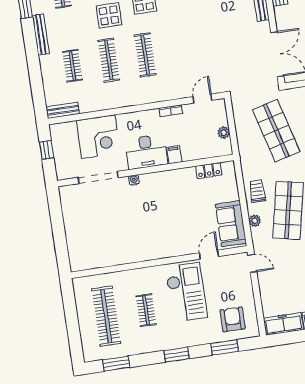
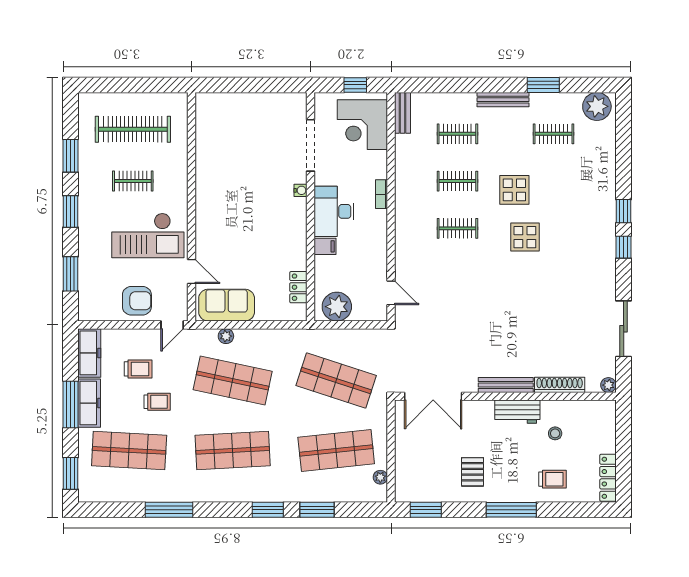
clothes rail: (145, 55) -> (457, 228), width x0.73
clothes rail: (109, 60) -> (457, 181), width x0.73
bookcase: (171, 111) -> (382, 194), moved
shop shelf: (276, 131) -> (336, 380), turned 33
plant: (224, 133) -> (337, 307), width x1.88, depth x1.88
corner desk: (98, 137) -> (362, 125), moved
trolley: (257, 191) -> (138, 369), moved
armchair: (233, 319) -> (137, 301), moved
window: (116, 364) -> (71, 156), moved

